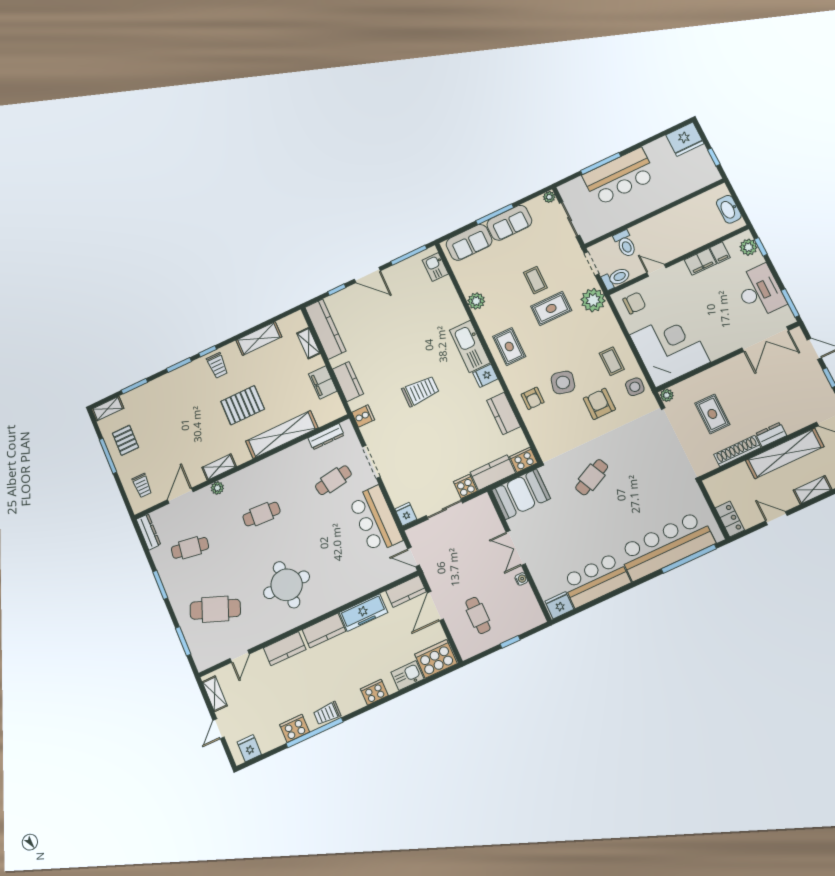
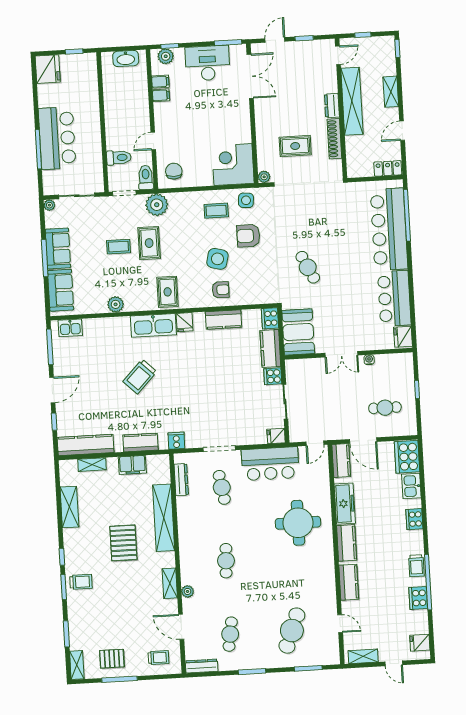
filing cabinet: (700, 262) -> (161, 95), width x0.50
rug: (509, 347) -> (168, 292), turned 90
corner desk: (670, 348) -> (233, 165), width x0.74, depth x0.74
trolley: (217, 366) -> (81, 582), moved
trolley: (420, 391) -> (140, 377), moved, turned -136
round table: (287, 585) -> (298, 523), moved

